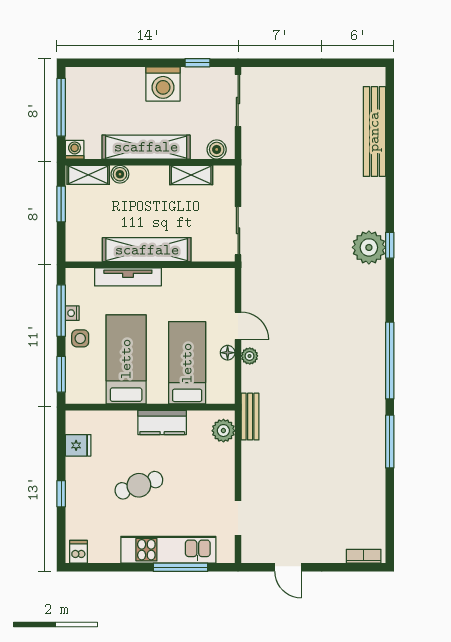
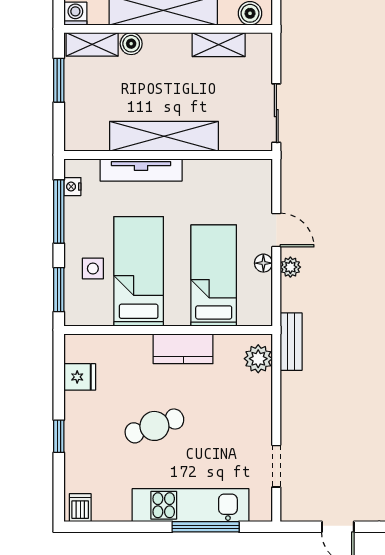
nightstand: (72, 313) -> (72, 187), moved
side table: (80, 338) -> (93, 269), moved

